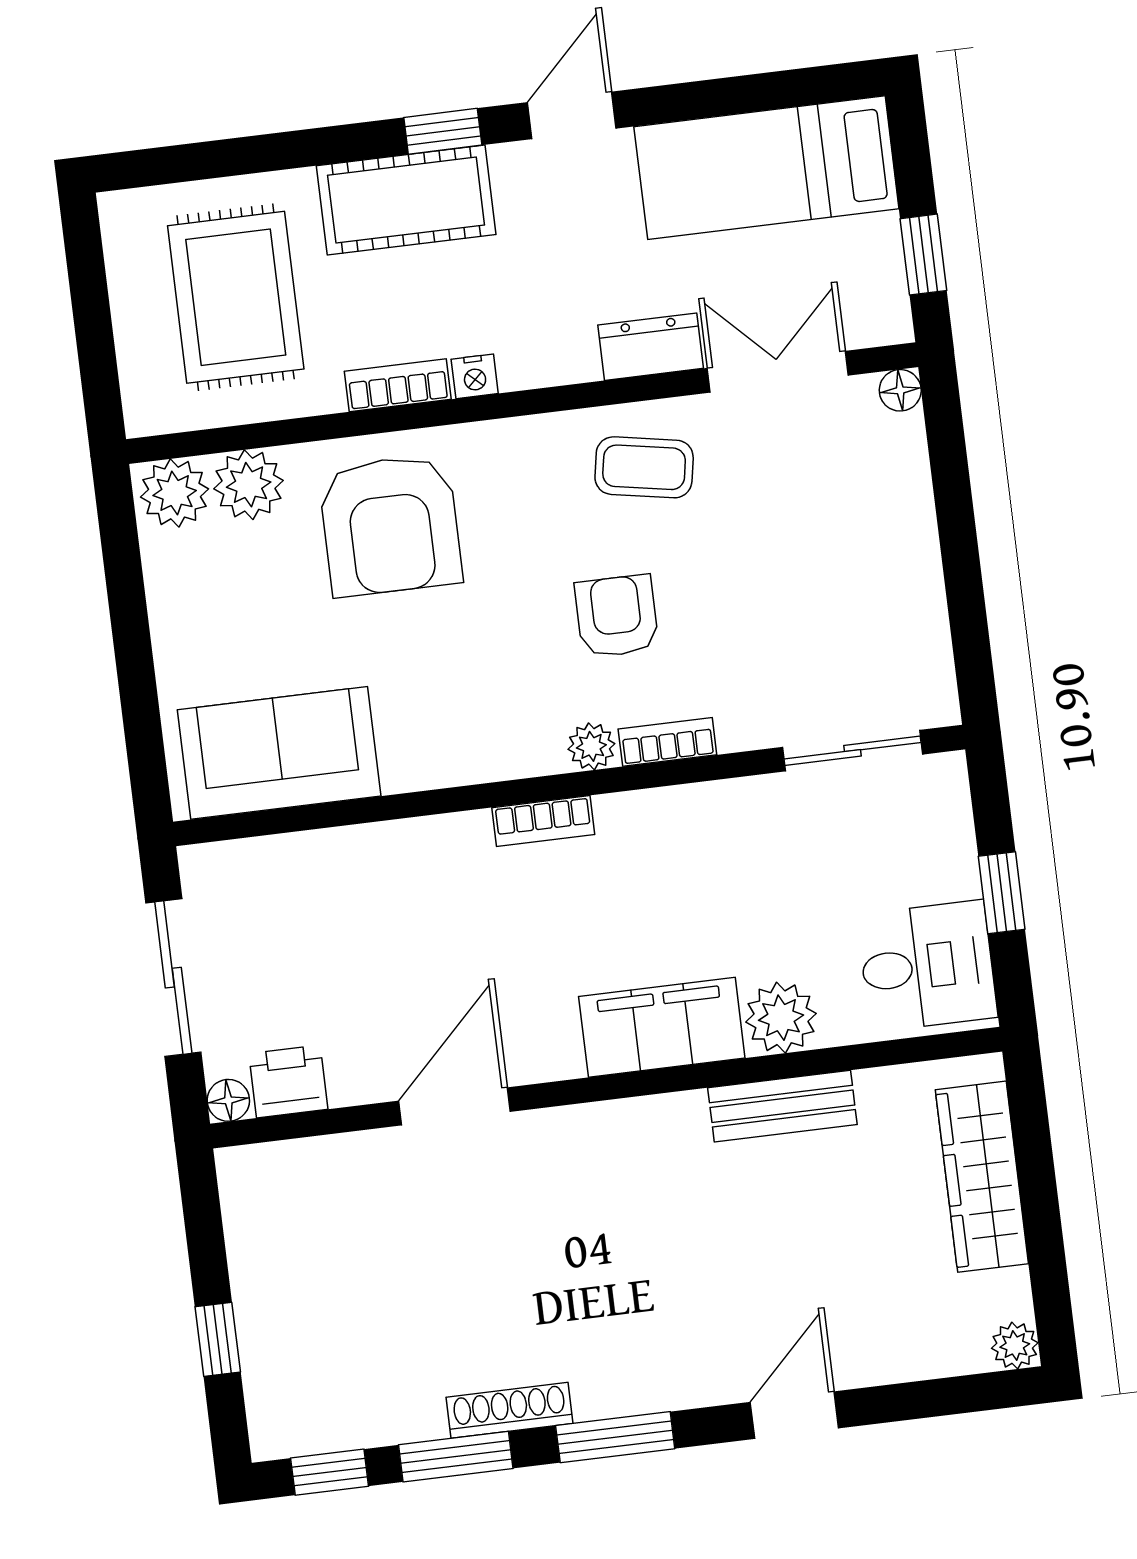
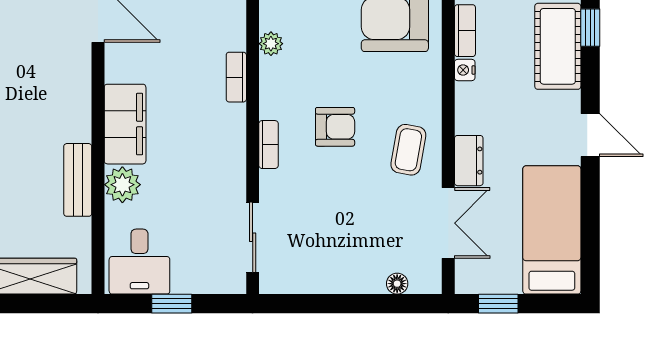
window: (443, 131) -> (590, 28), moved
floor lamp: (900, 390) -> (397, 284), moved
plant: (591, 746) -> (271, 44), moved

